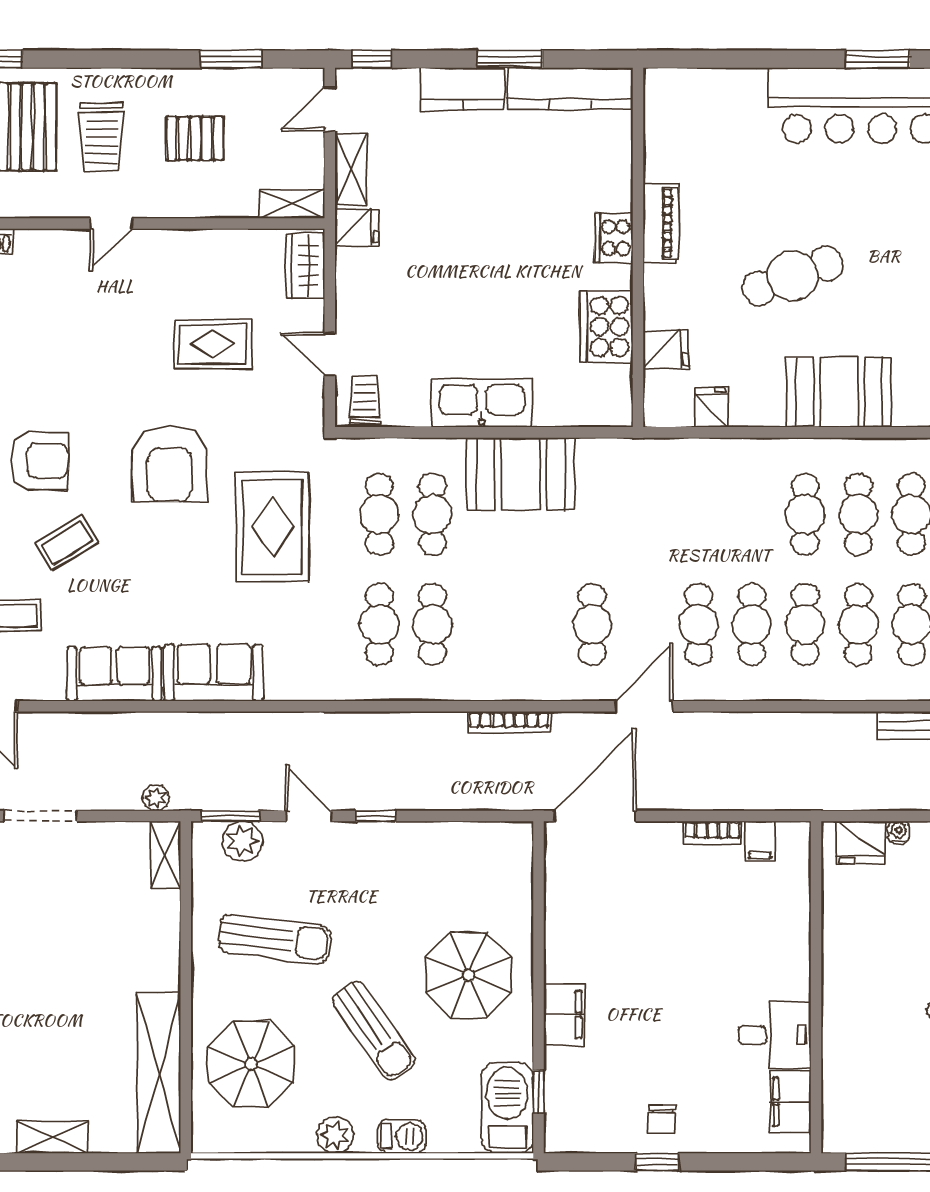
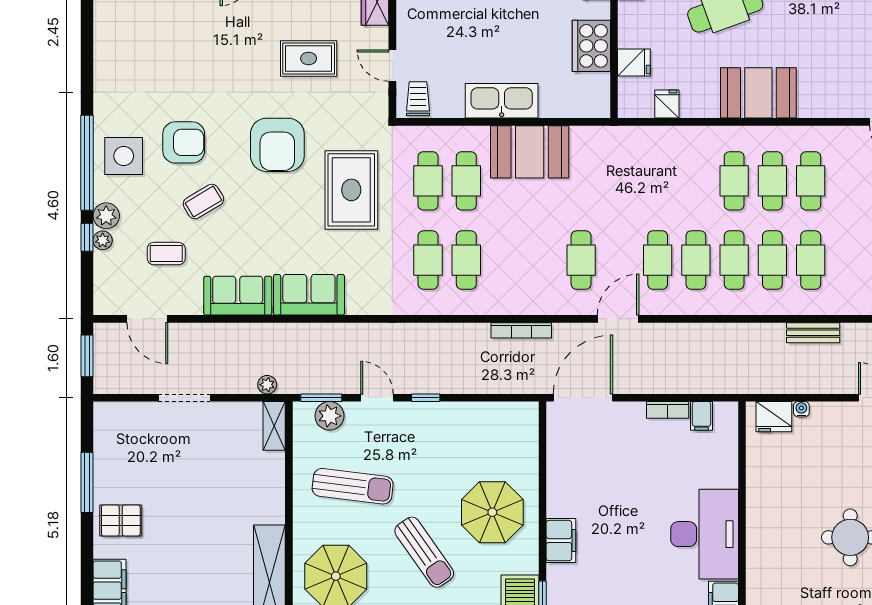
desk: (775, 1035) -> (705, 534), width x1.87, depth x1.30

